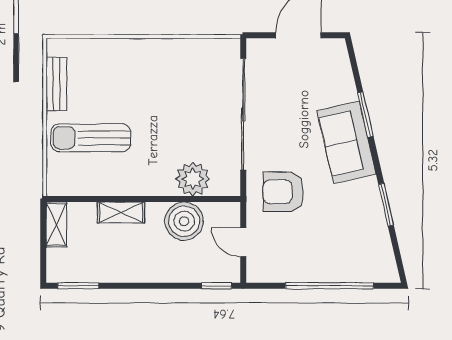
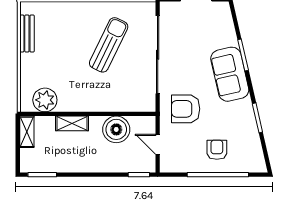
sun lounger: (91, 138) -> (109, 45), moved, turned 116
plant: (193, 179) -> (45, 100), moved
armchair: (328, 250) -> (217, 150), added

